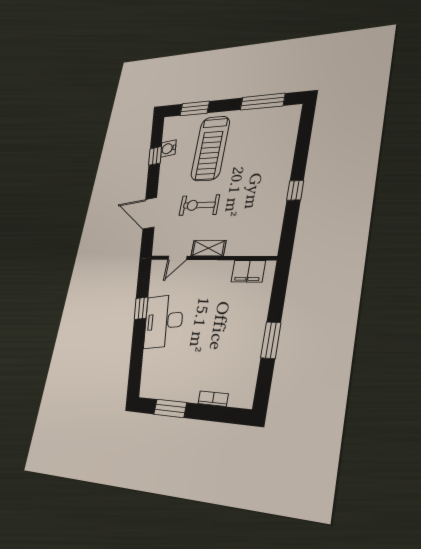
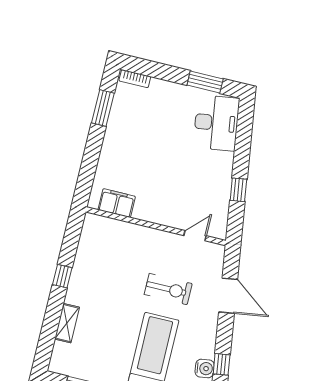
shelving: (208, 248) -> (67, 323), moved, turned 90
desk: (164, 321) -> (216, 123), moved
window: (271, 340) -> (103, 108), moved
bookcase: (213, 399) -> (135, 79), moved

